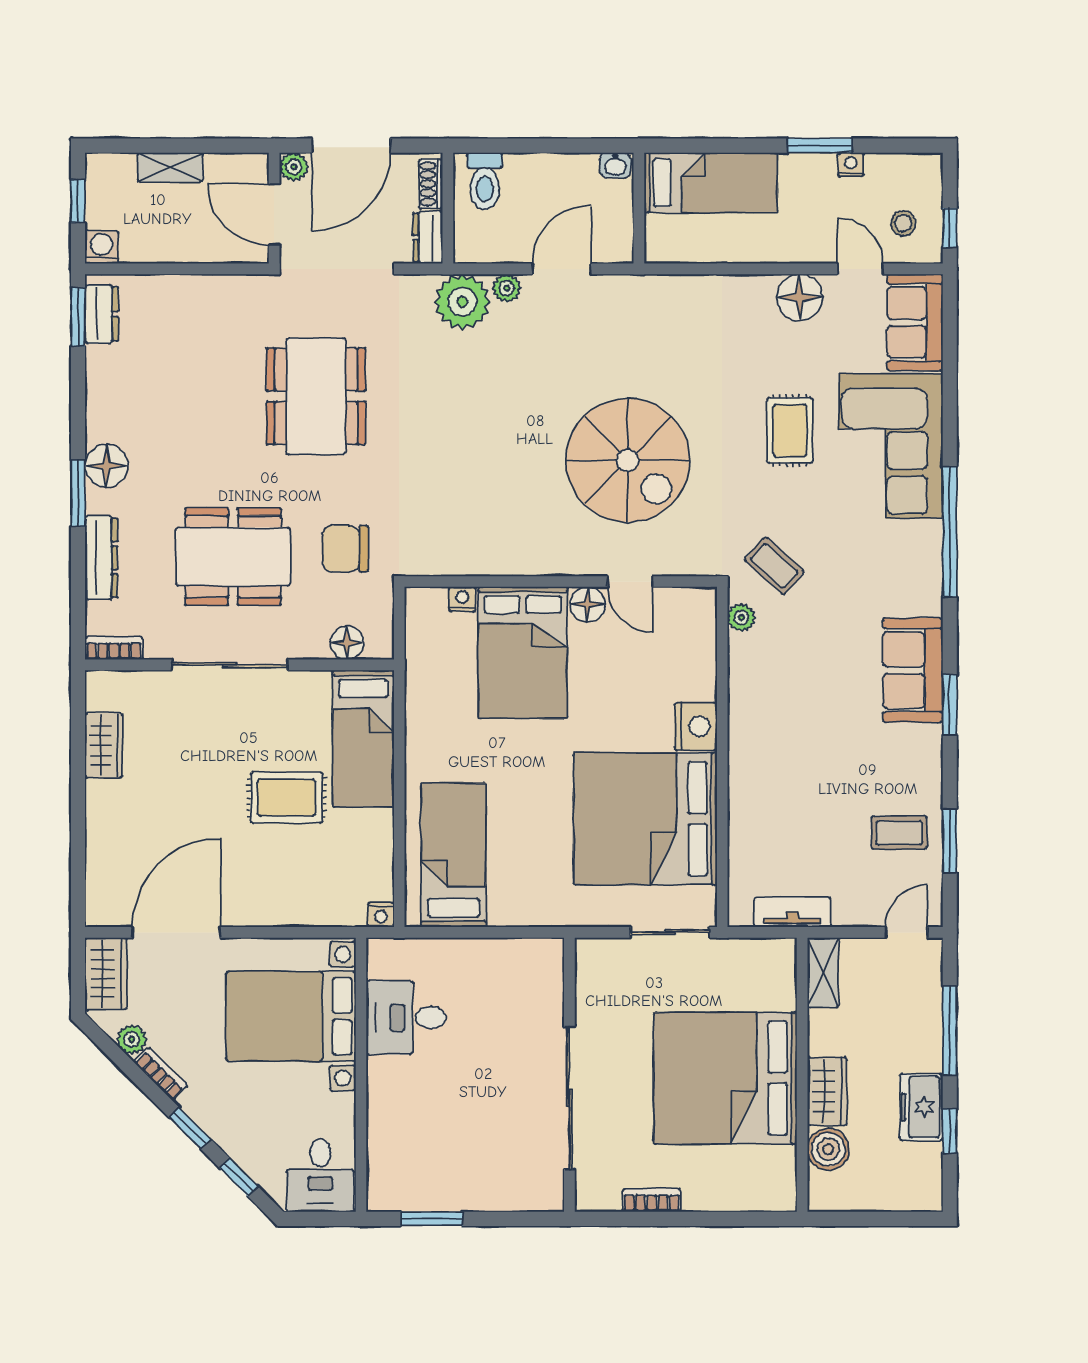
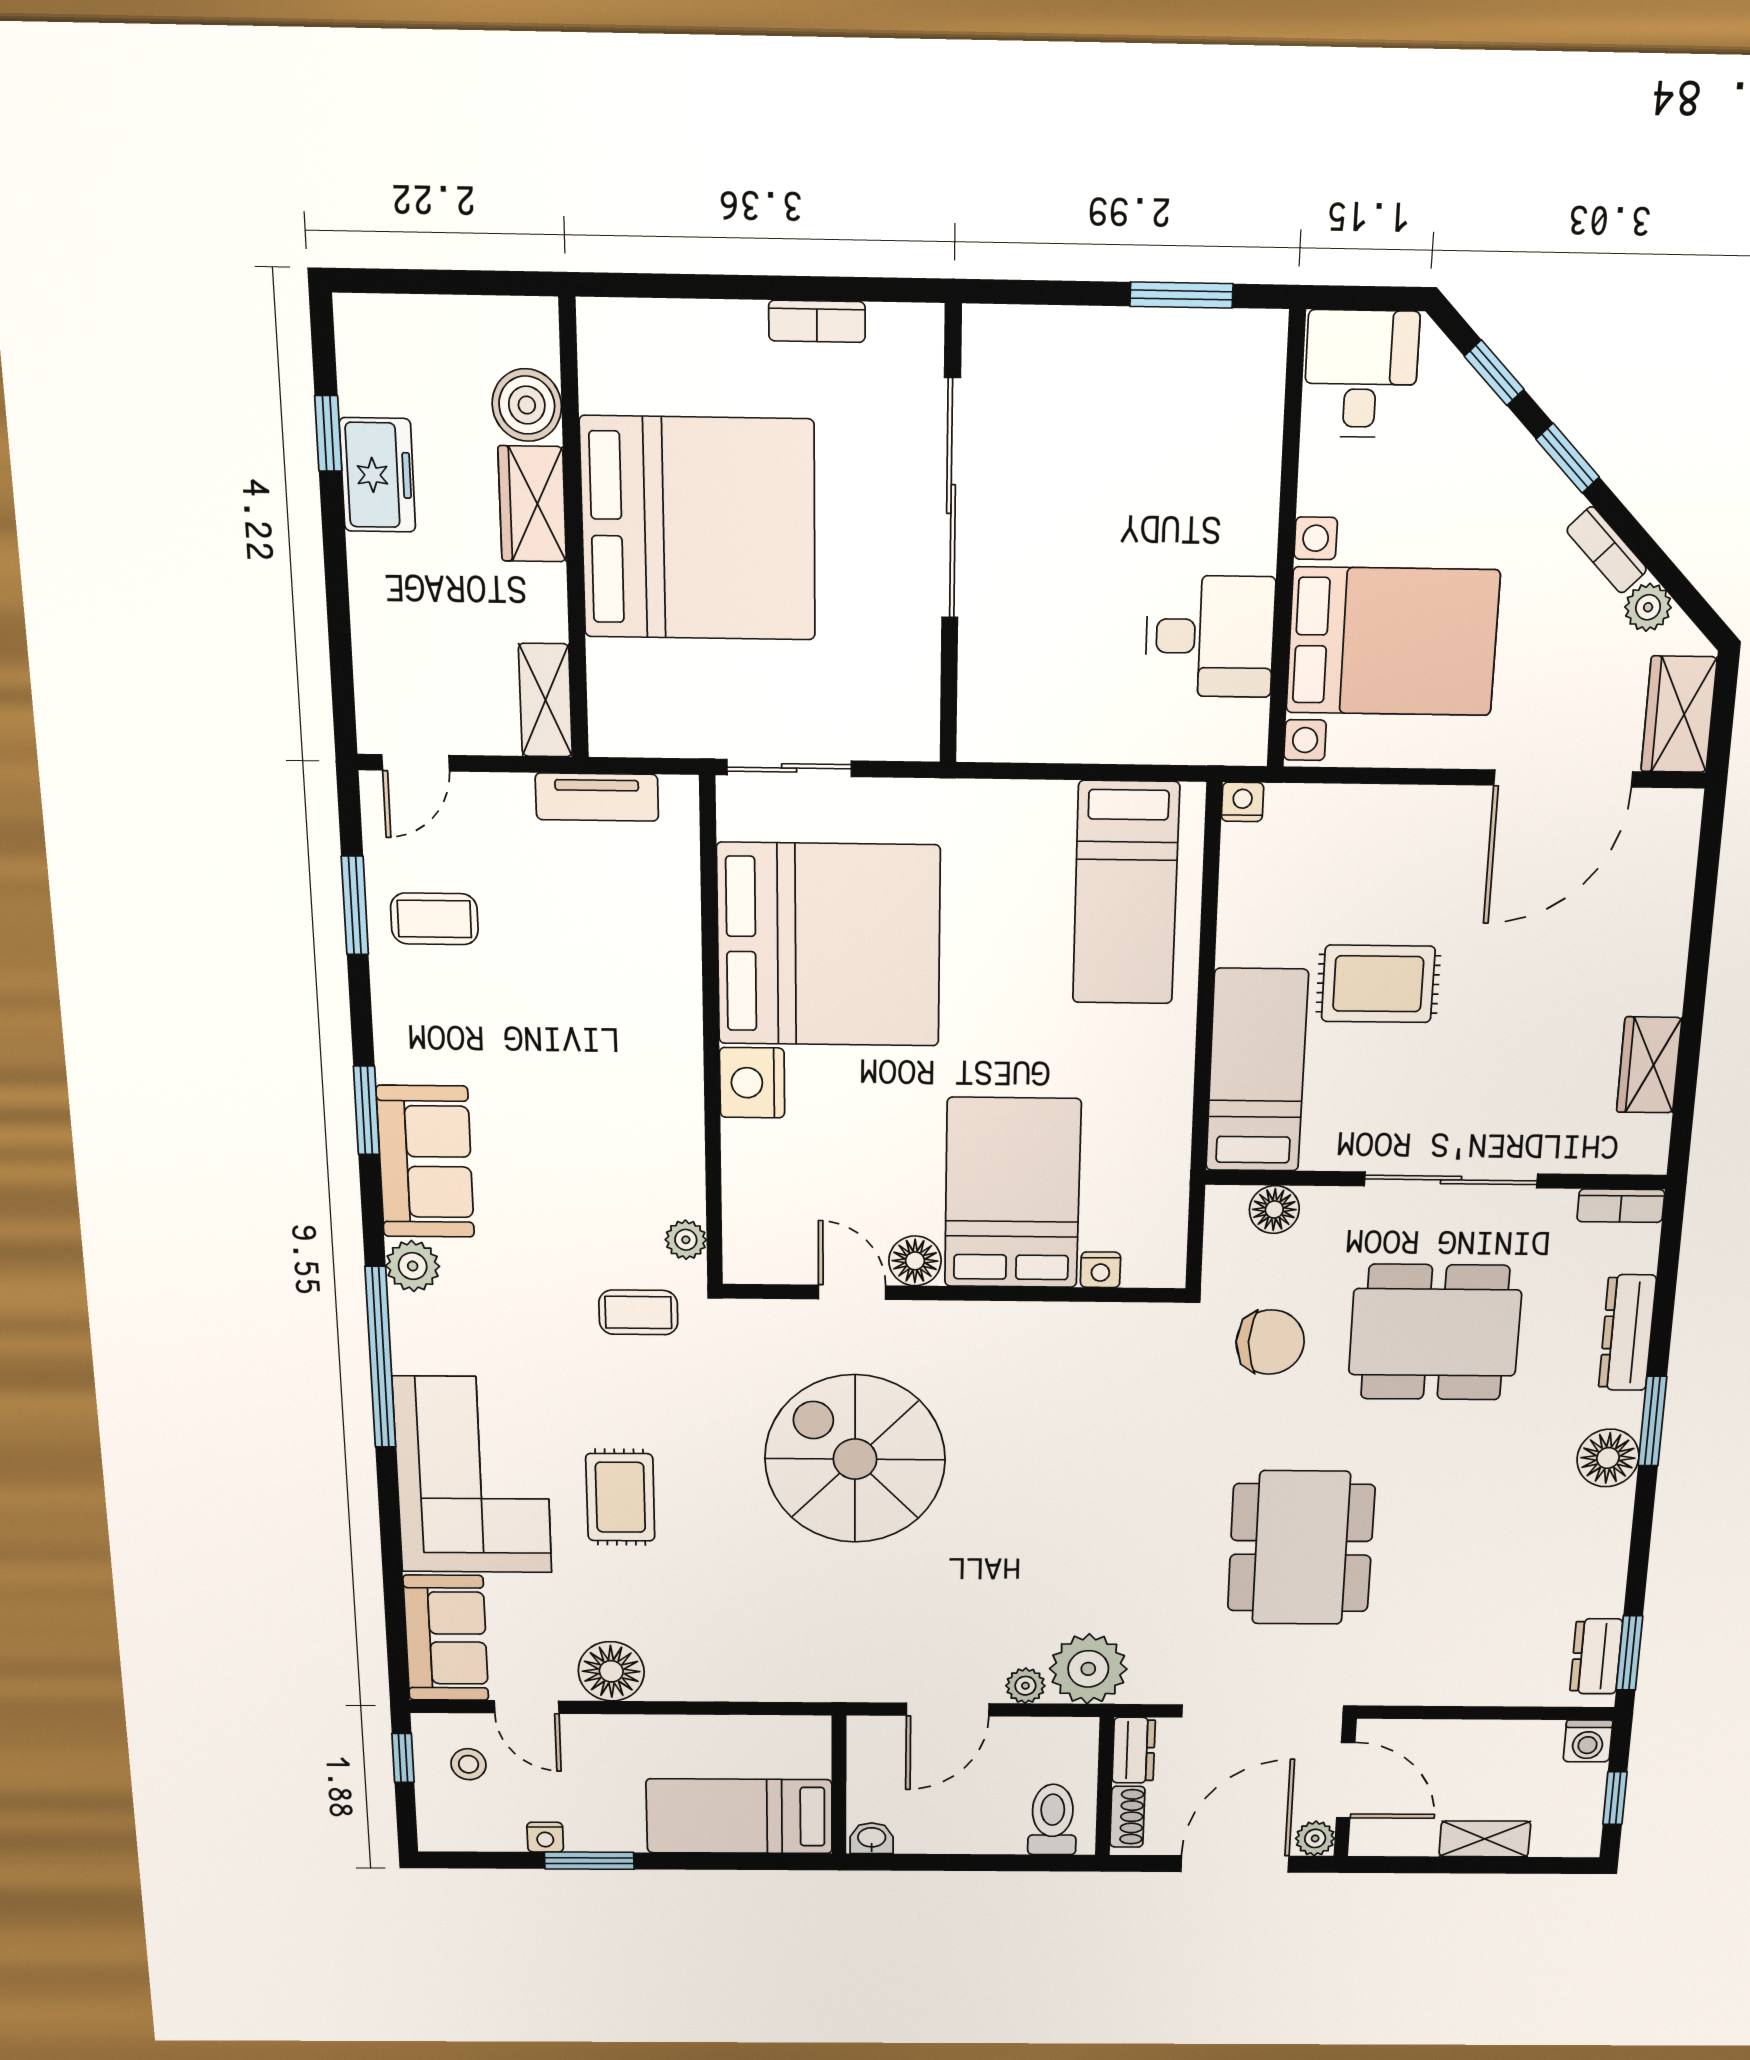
coffee table: (774, 566) -> (638, 1312), turned -42
plant: (925, 597) -> (413, 1266), added
window: (950, 1031) -> (338, 602), removed

